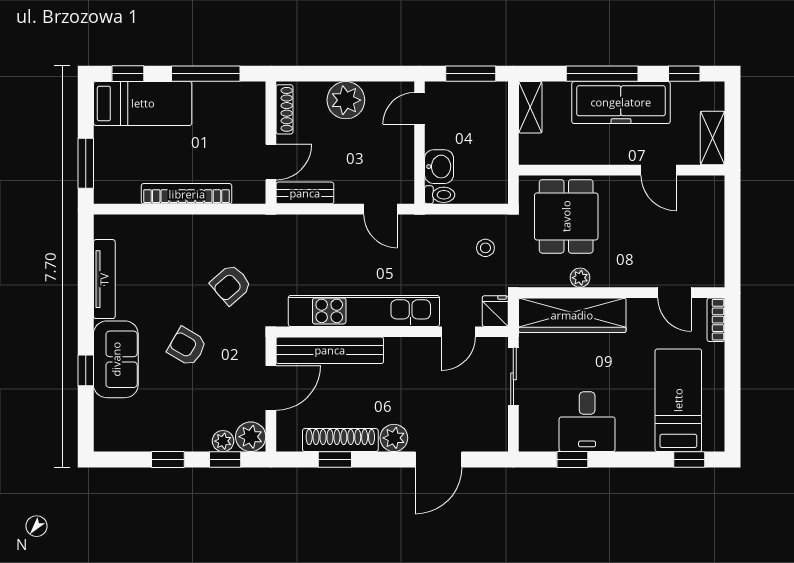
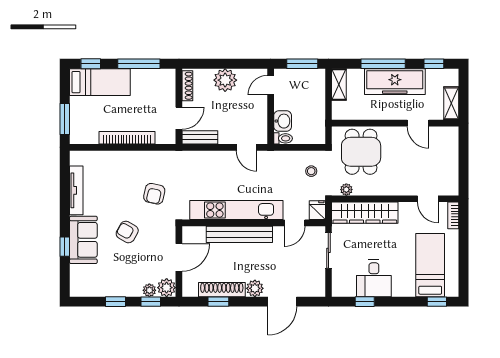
plant: (580, 278) -> (346, 190), moved
armchair: (231, 285) -> (154, 194), turned -37
bench: (330, 350) -> (239, 234), moved

